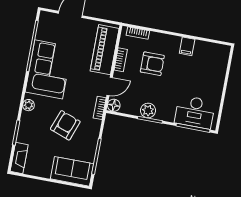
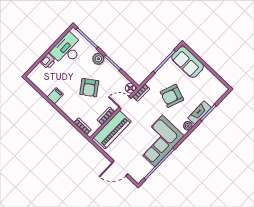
armchair: (152, 64) -> (89, 88), moved, turned -125
printer: (218, 77) -> (48, 61), added
plant: (148, 110) -> (98, 59), moved
desk: (195, 112) -> (67, 50), moved, turned -90
fireplace: (19, 158) -> (200, 113), moved

